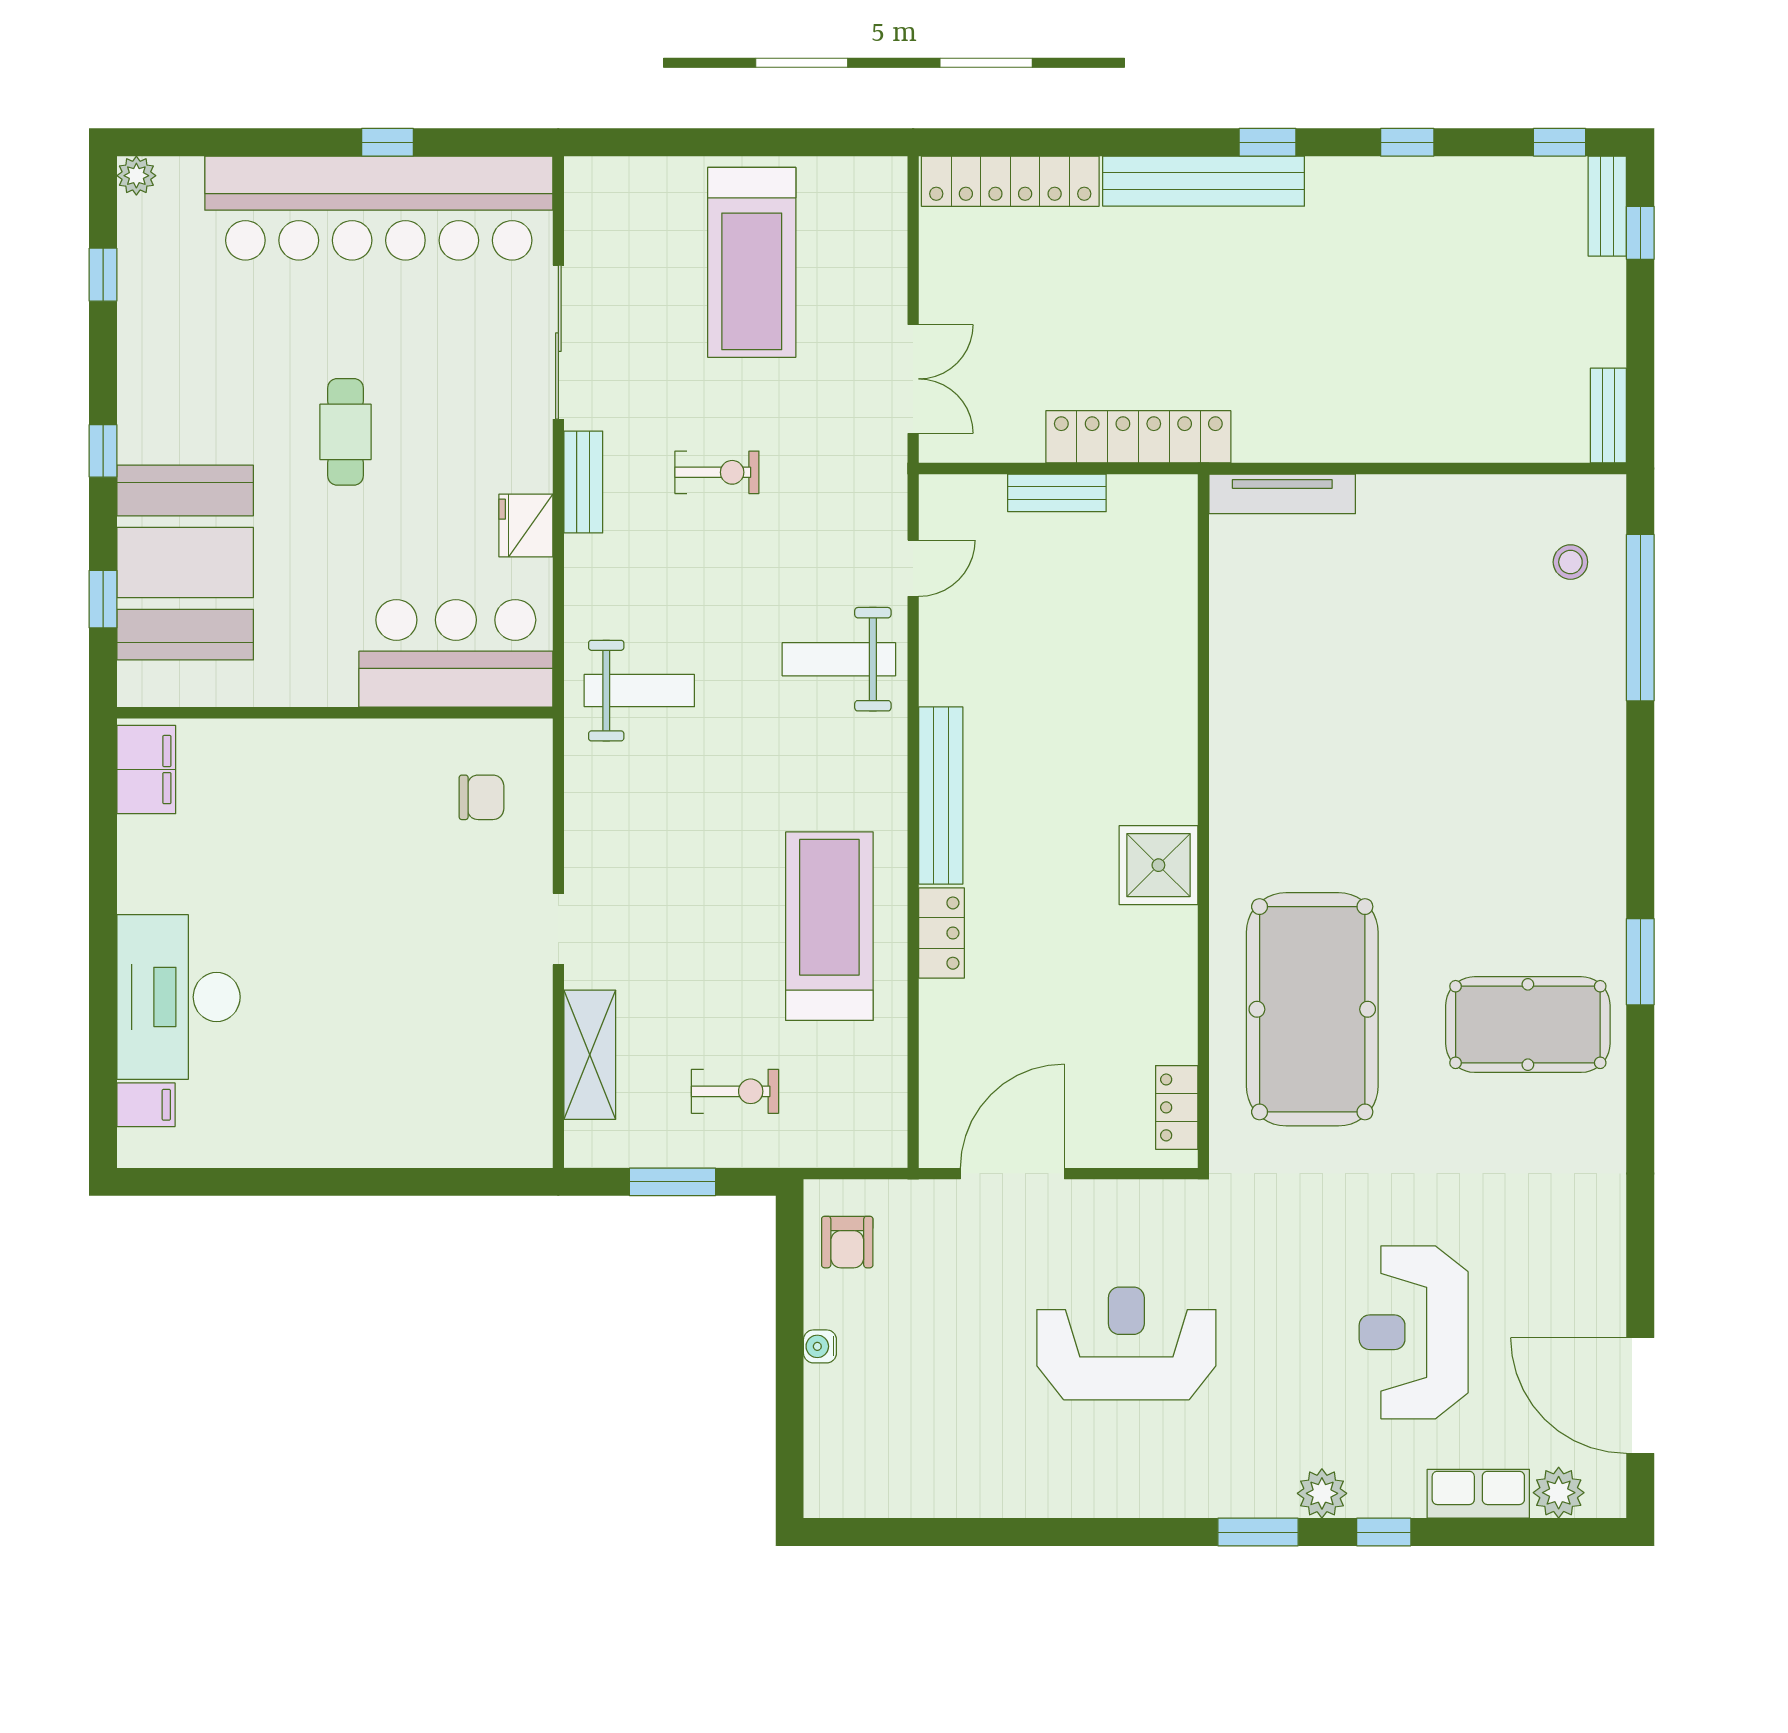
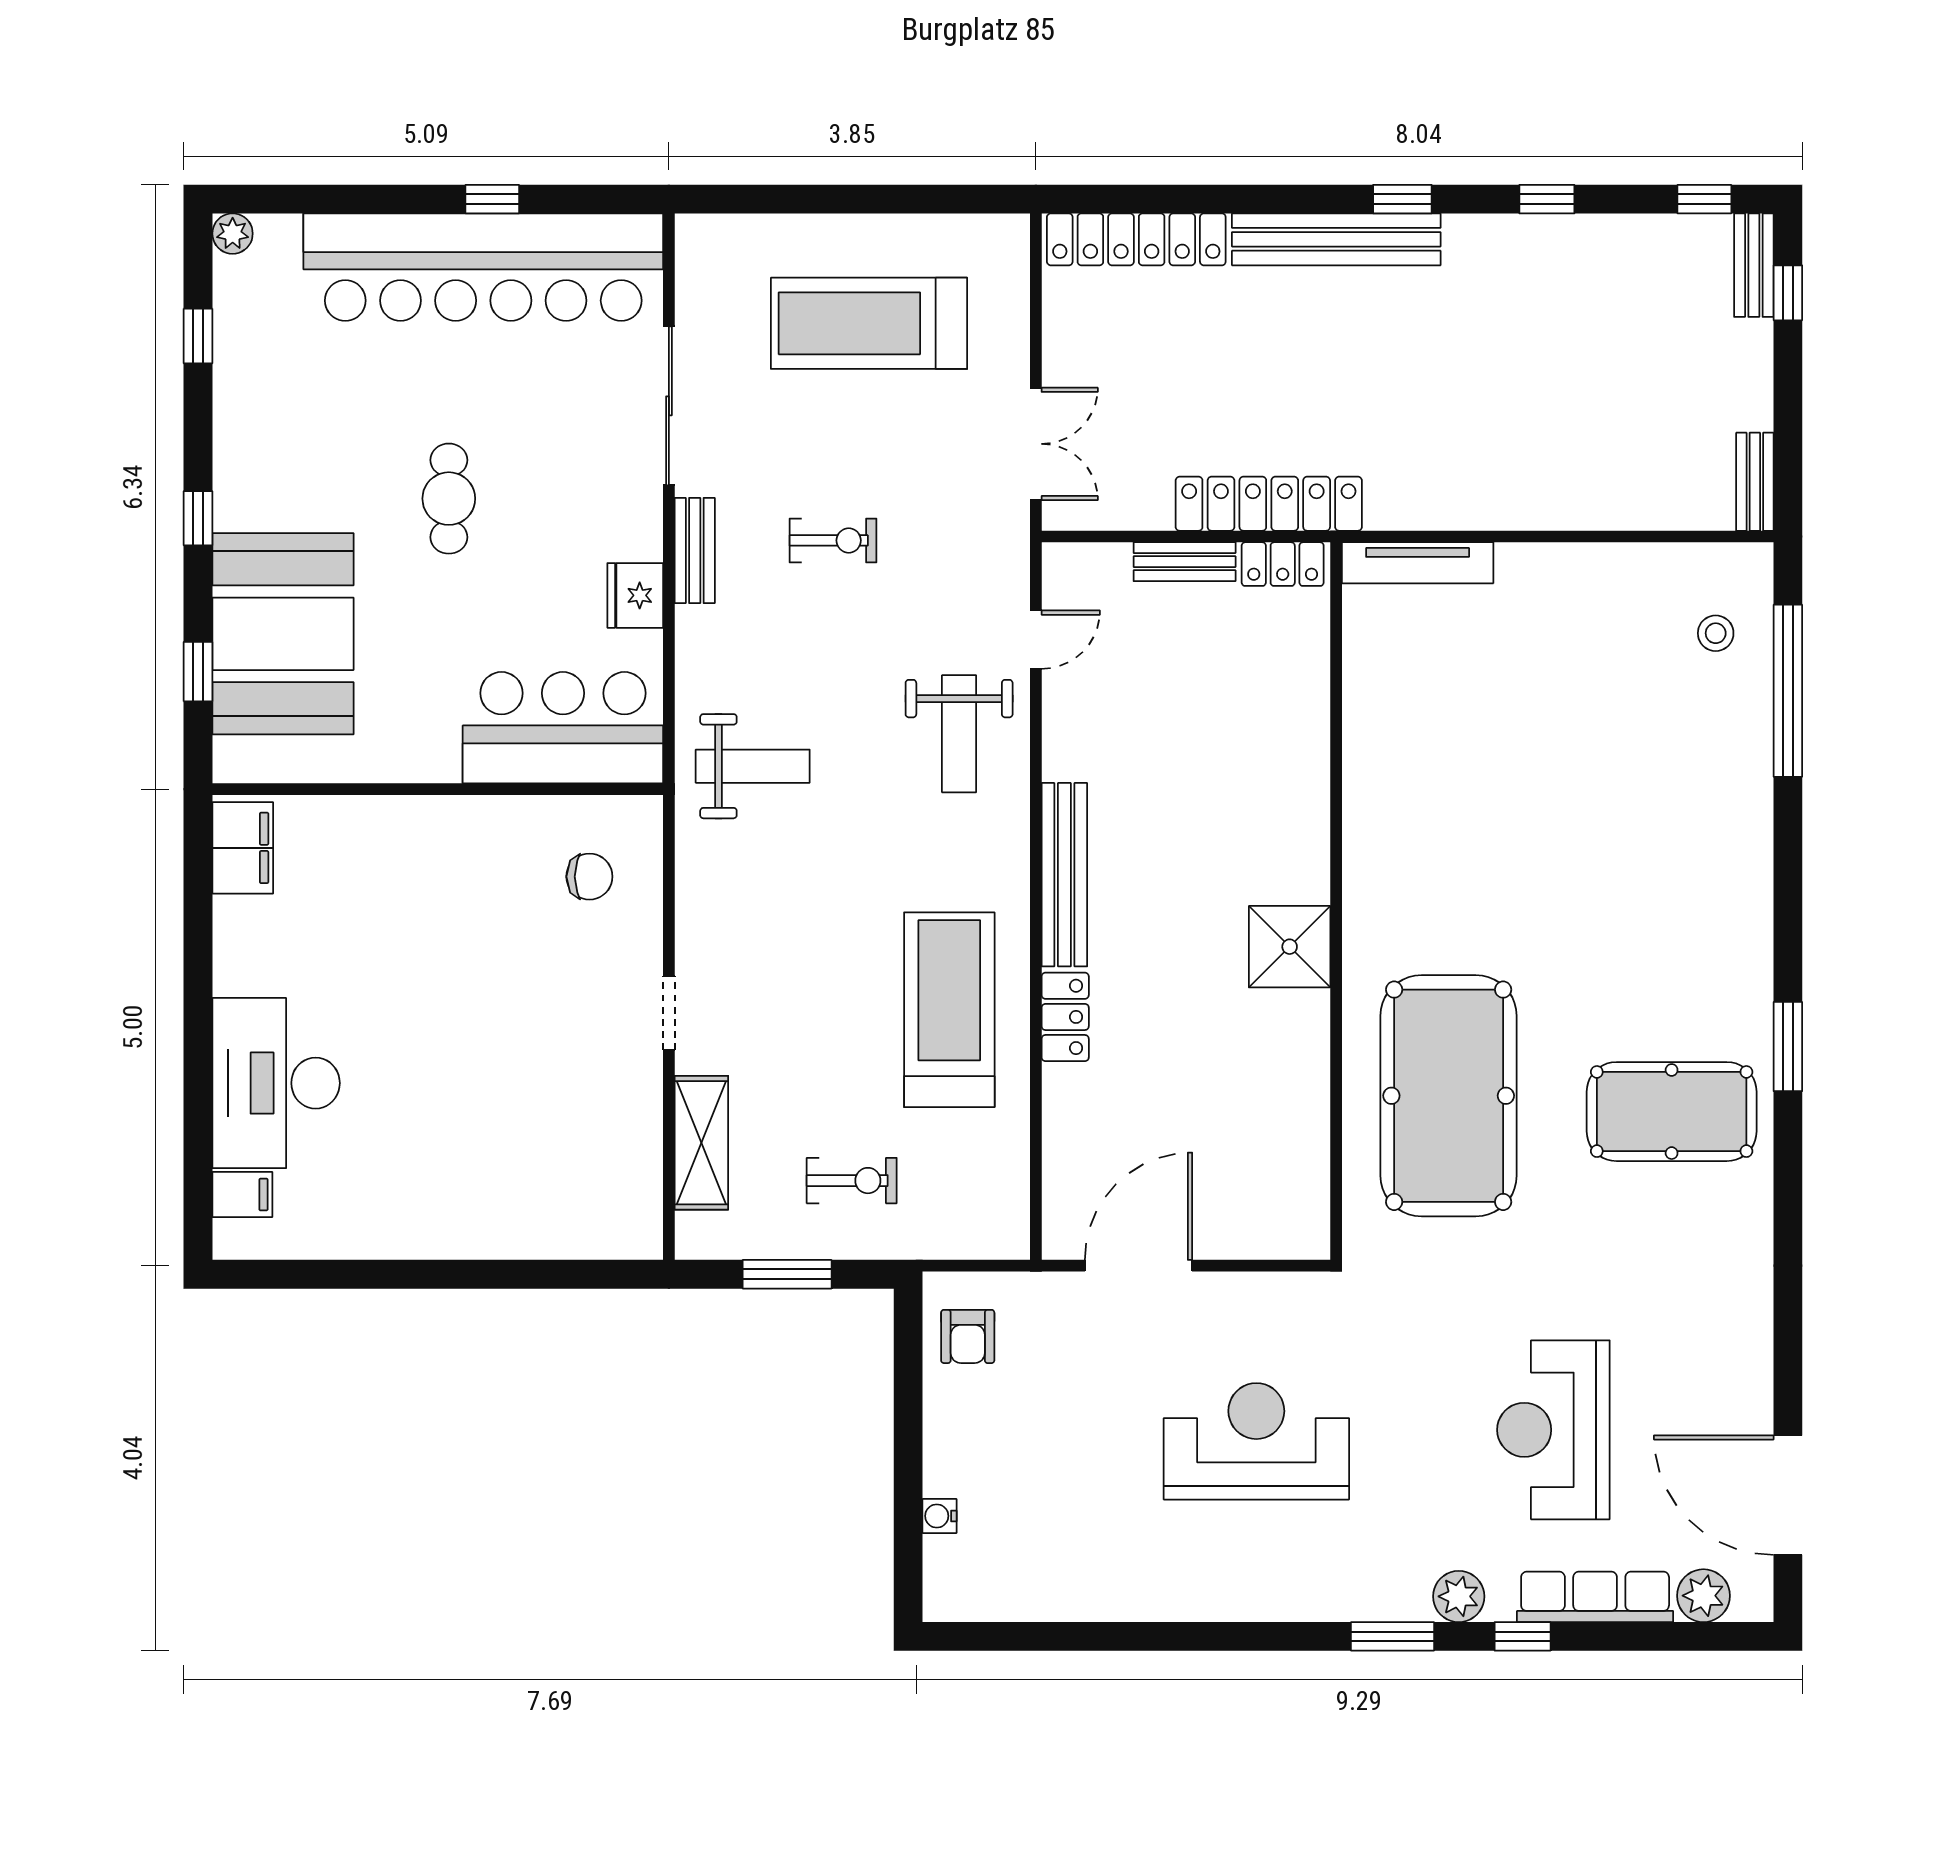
treadmill: (752, 262) -> (869, 323), turned 90
weight bench: (839, 659) -> (959, 734), turned -90
locker: (1177, 1107) -> (1283, 564), moved, turned -90
water cooler: (820, 1346) -> (939, 1516), moved
row of seats: (1478, 1494) -> (1595, 1597), width x1.48

